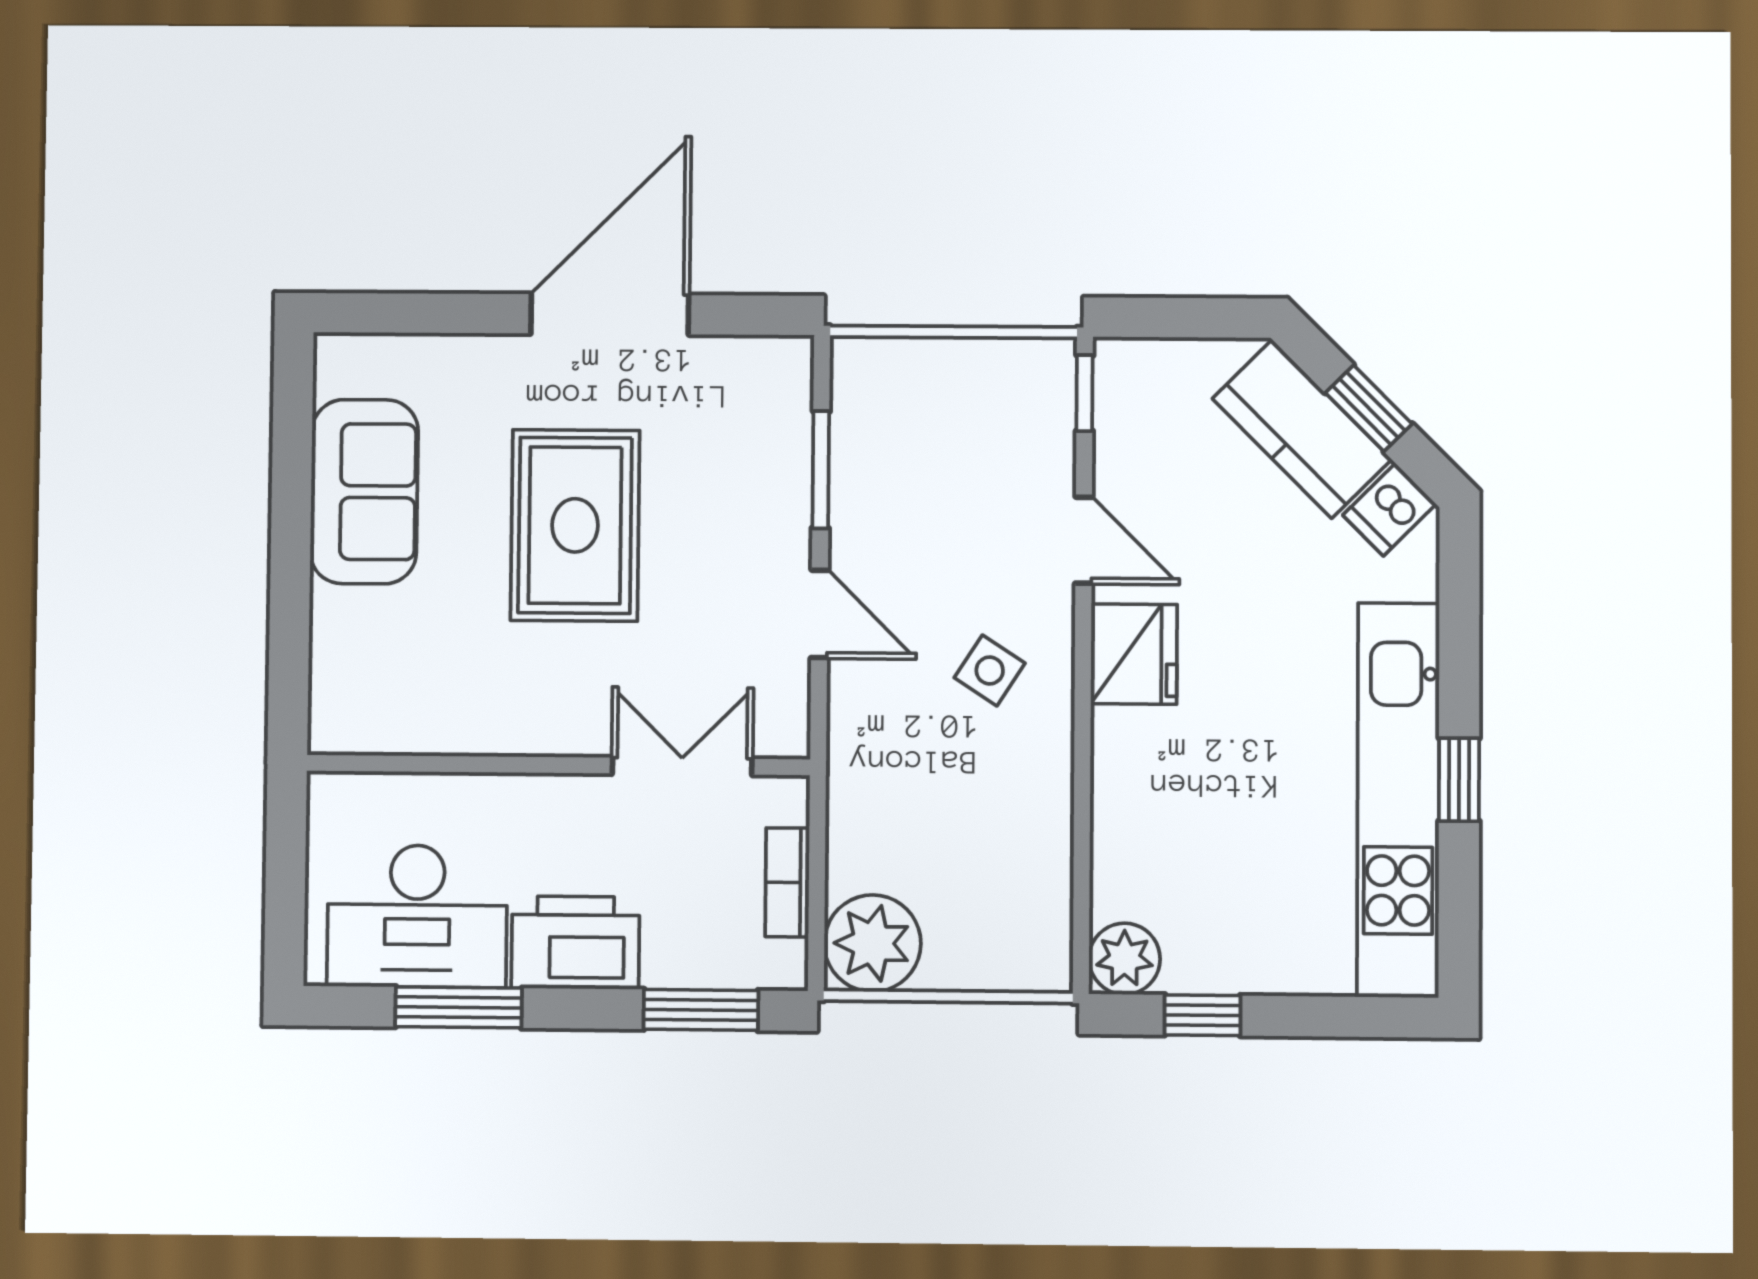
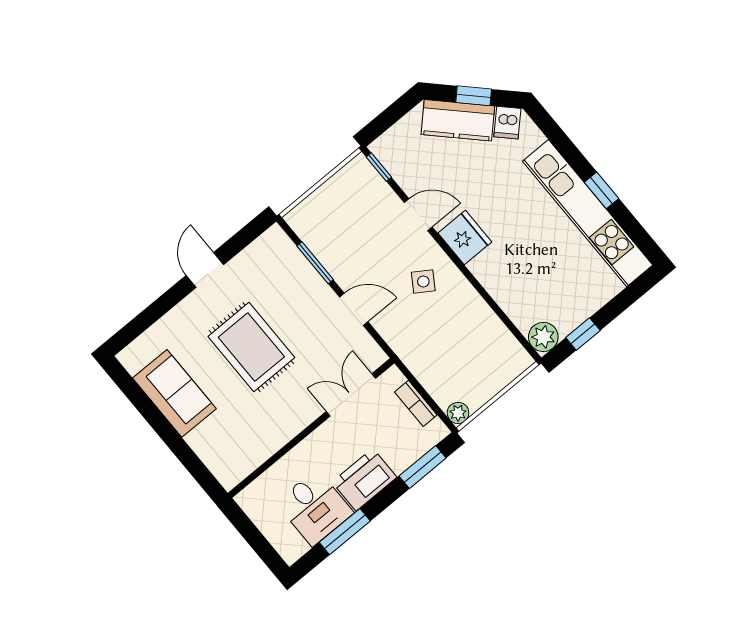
door: (610, 314) -> (205, 270), width x0.53
desk: (417, 916) -> (315, 508), width x0.73
plant: (873, 943) -> (458, 413), width x0.53, depth x0.53

